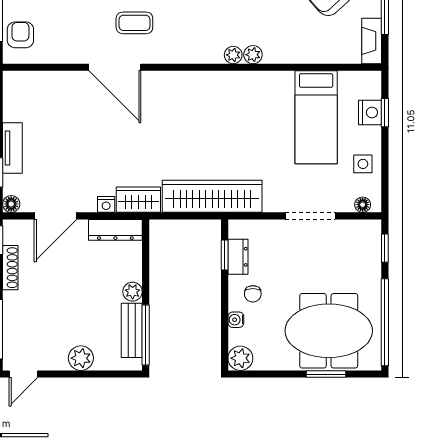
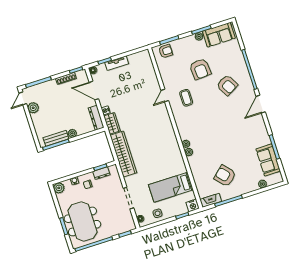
door: (115, 67) -> (165, 95), width x0.53
nightstand: (370, 113) -> (193, 205), moved
plant: (81, 358) -> (33, 108), moved
door: (23, 374) -> (23, 98), hinge flipped

